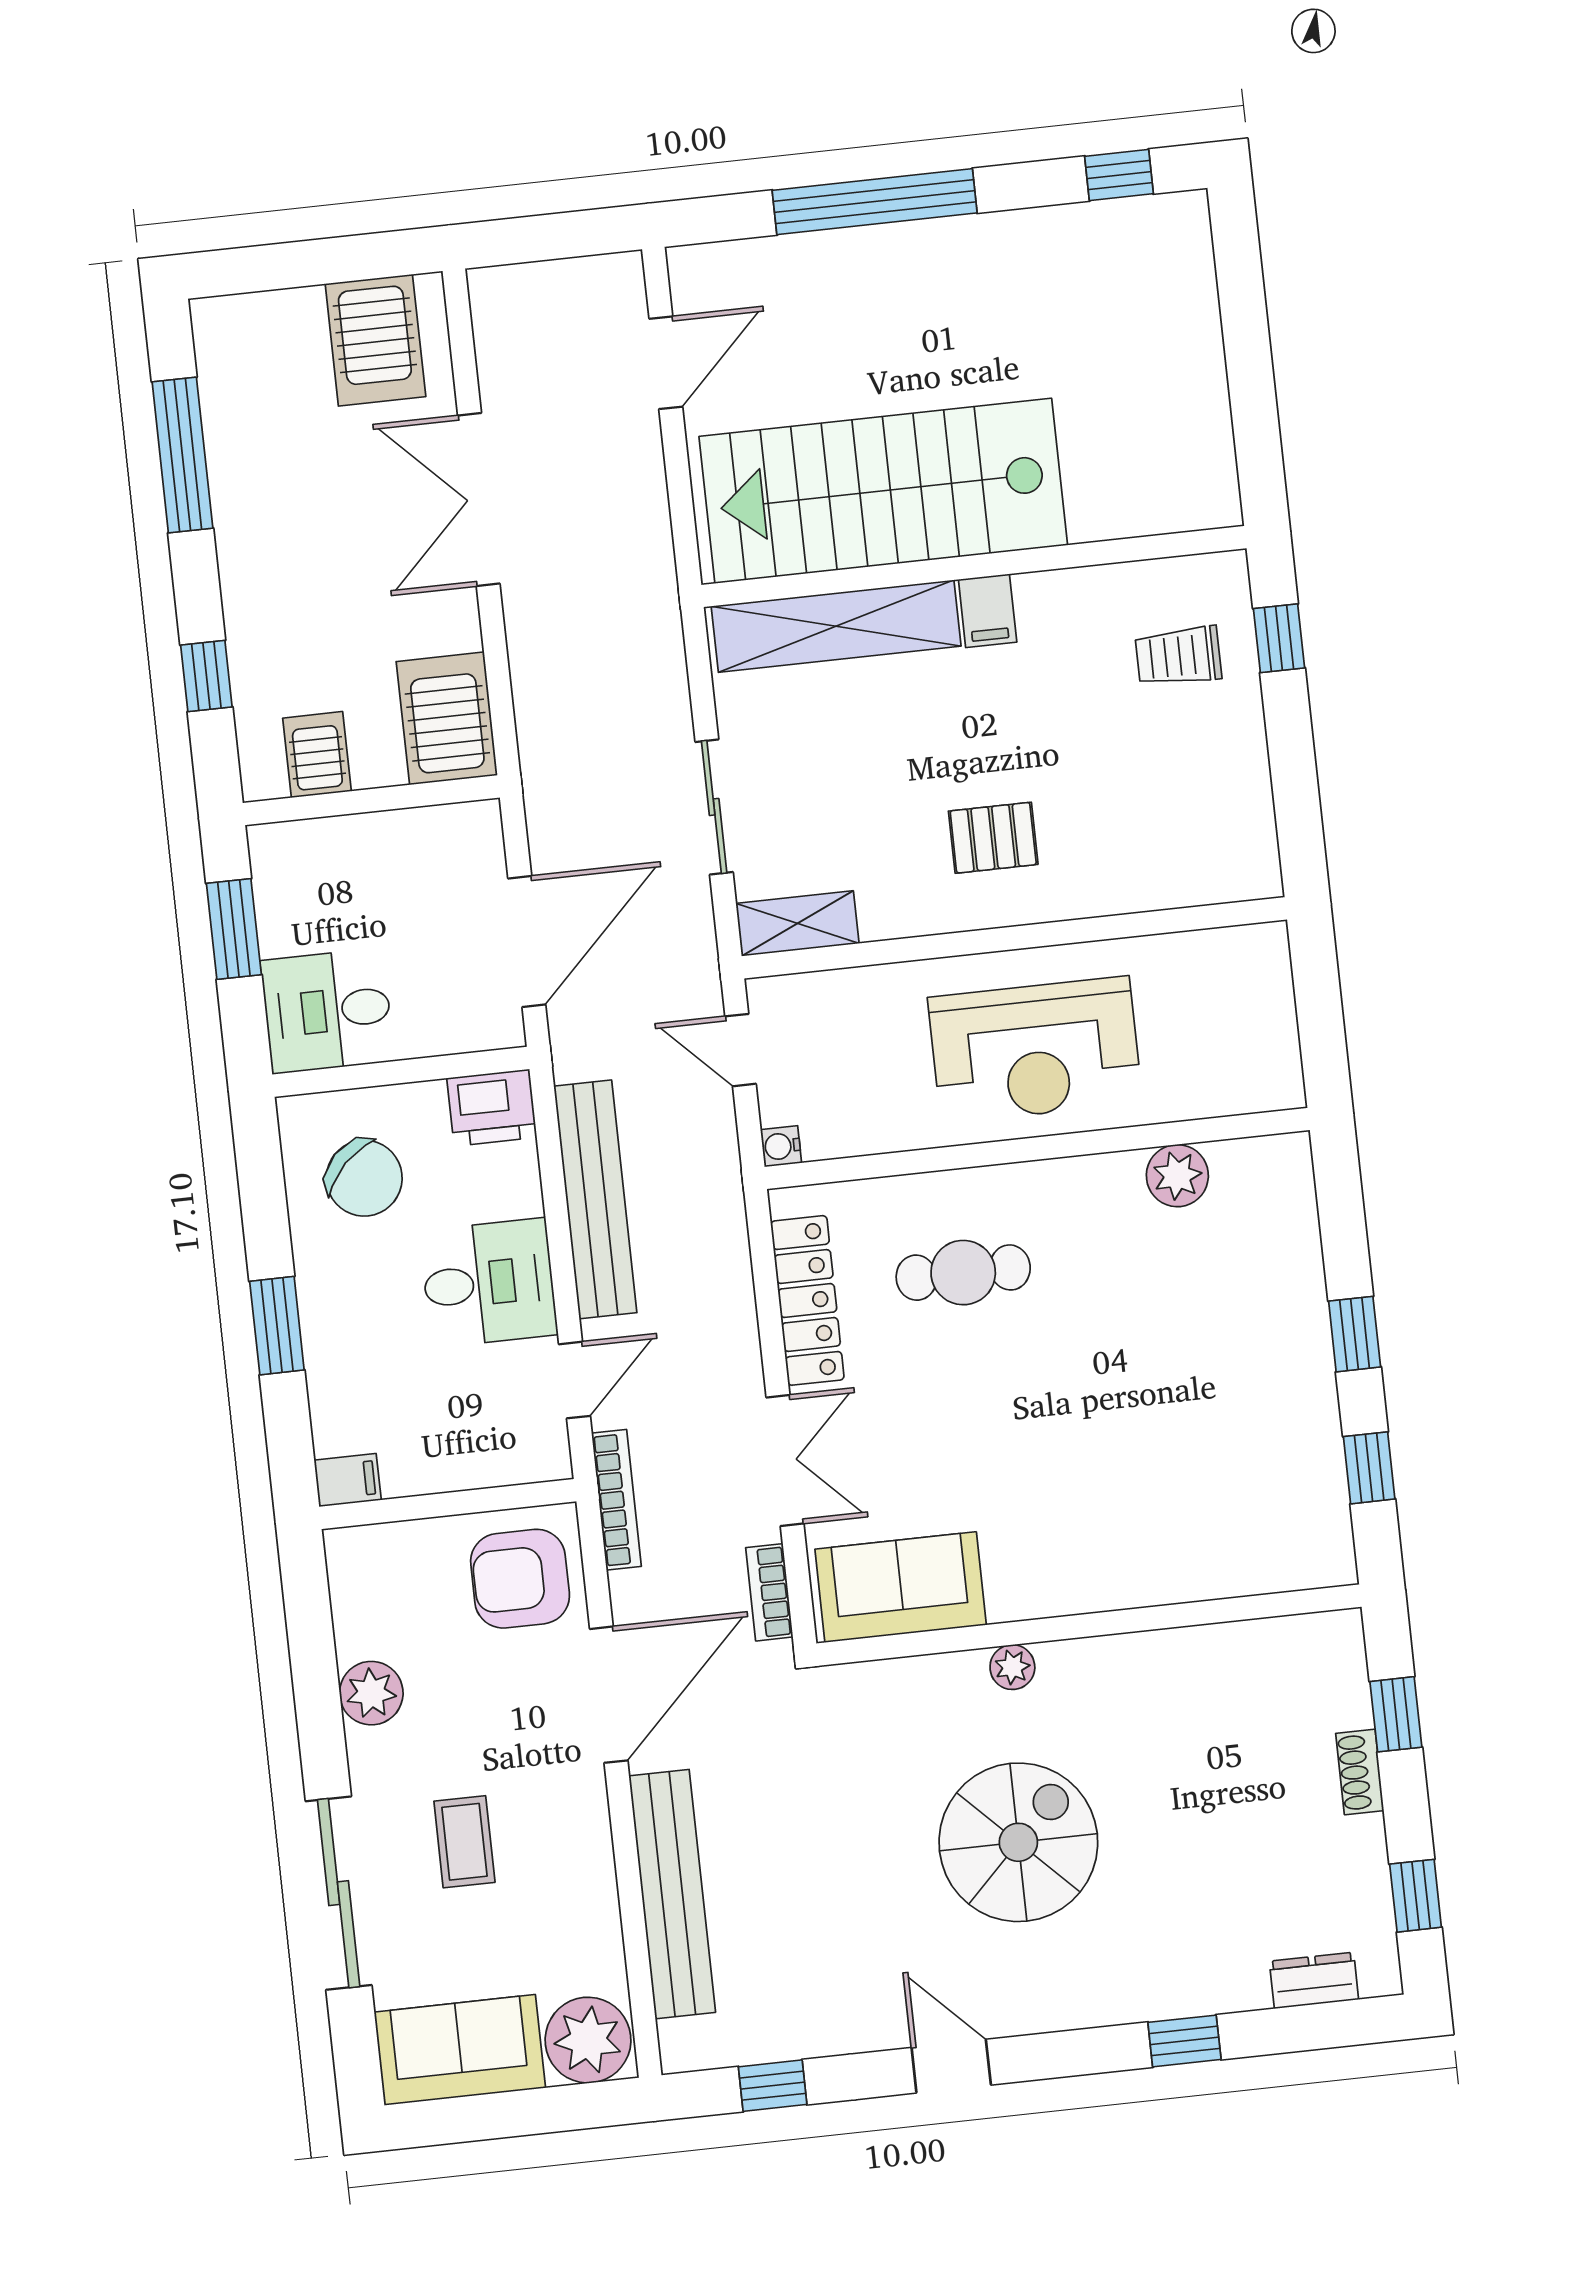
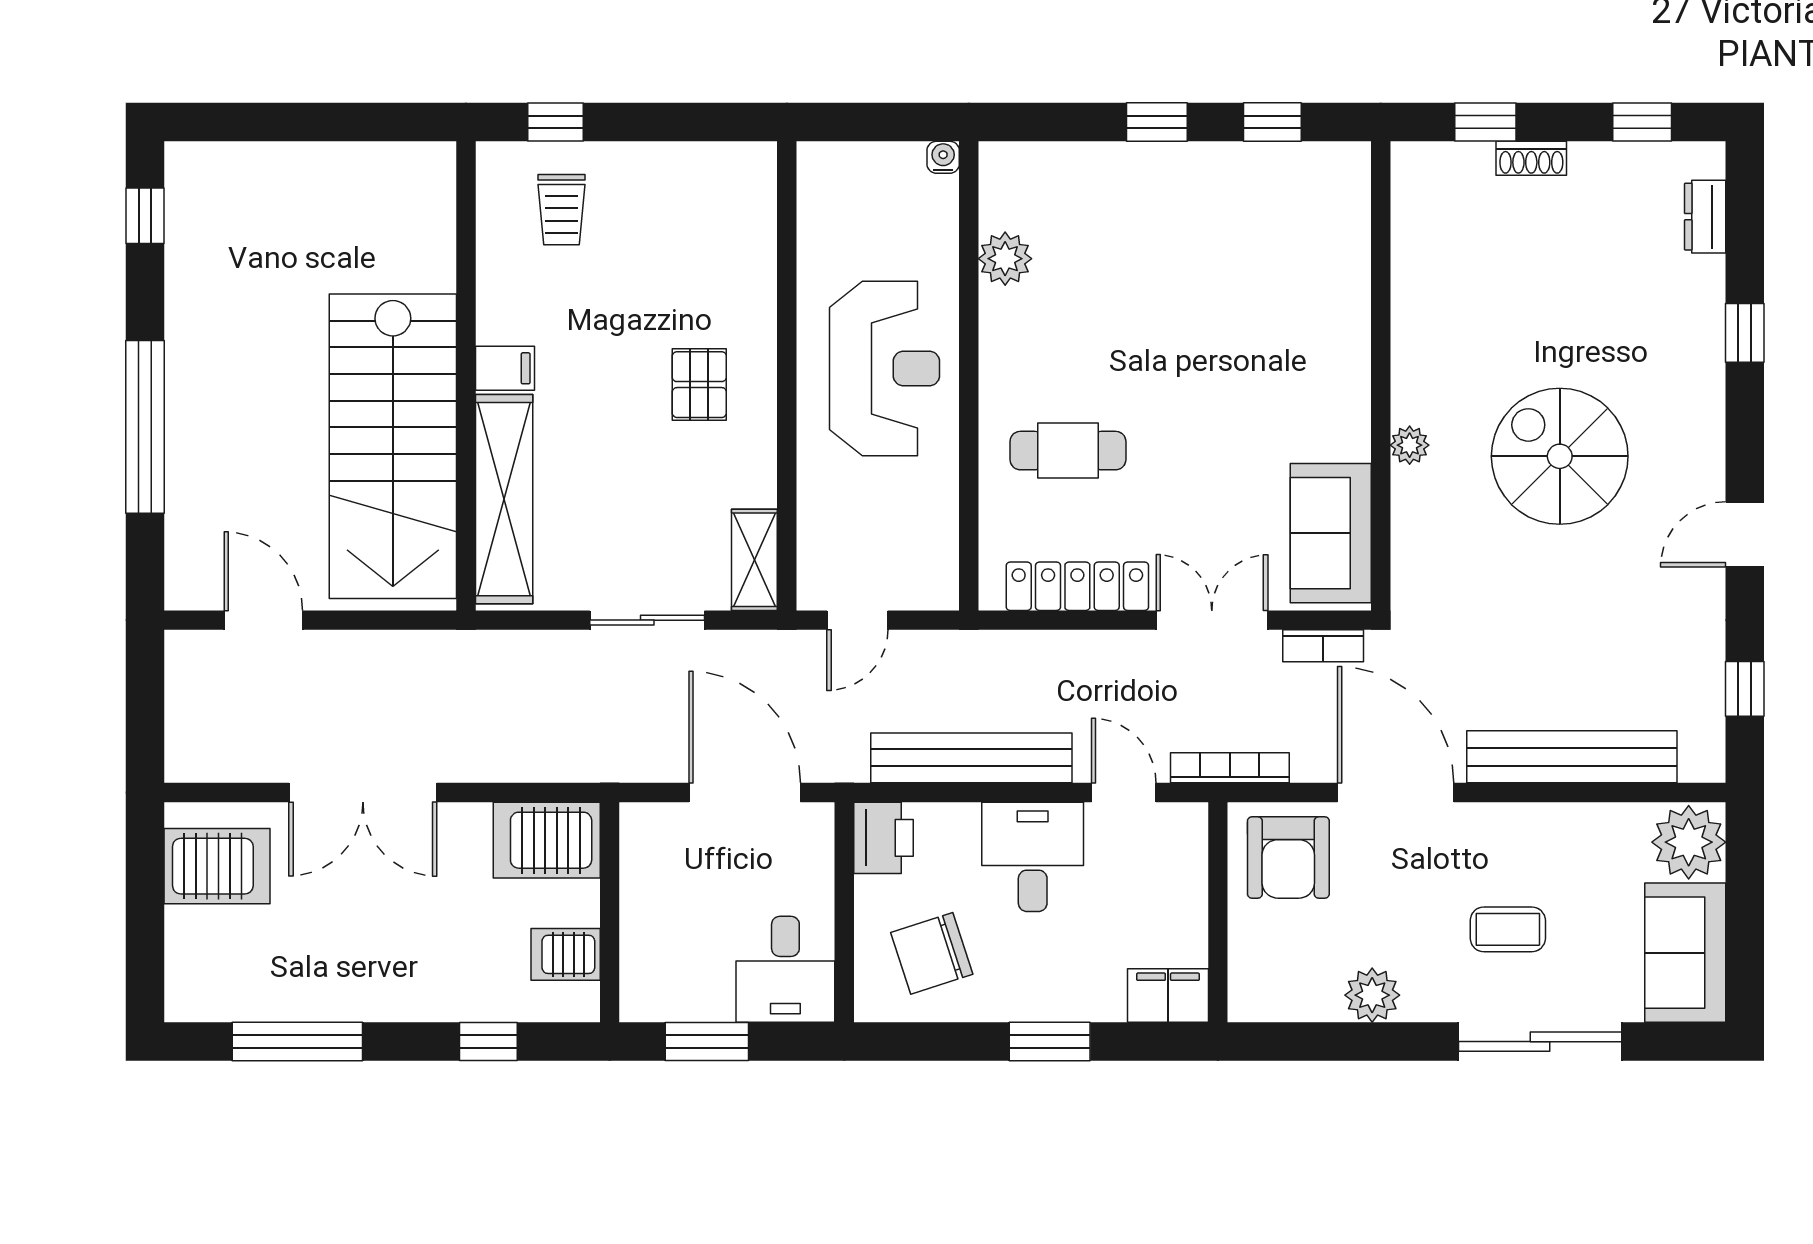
water cooler: (781, 1146) -> (943, 157), moved, turned 180
chair: (364, 1178) -> (932, 953), turned -153
cafe table: (963, 1273) -> (1068, 451), turned 90
filing cabinet: (348, 1480) -> (1168, 996), width x2.00

